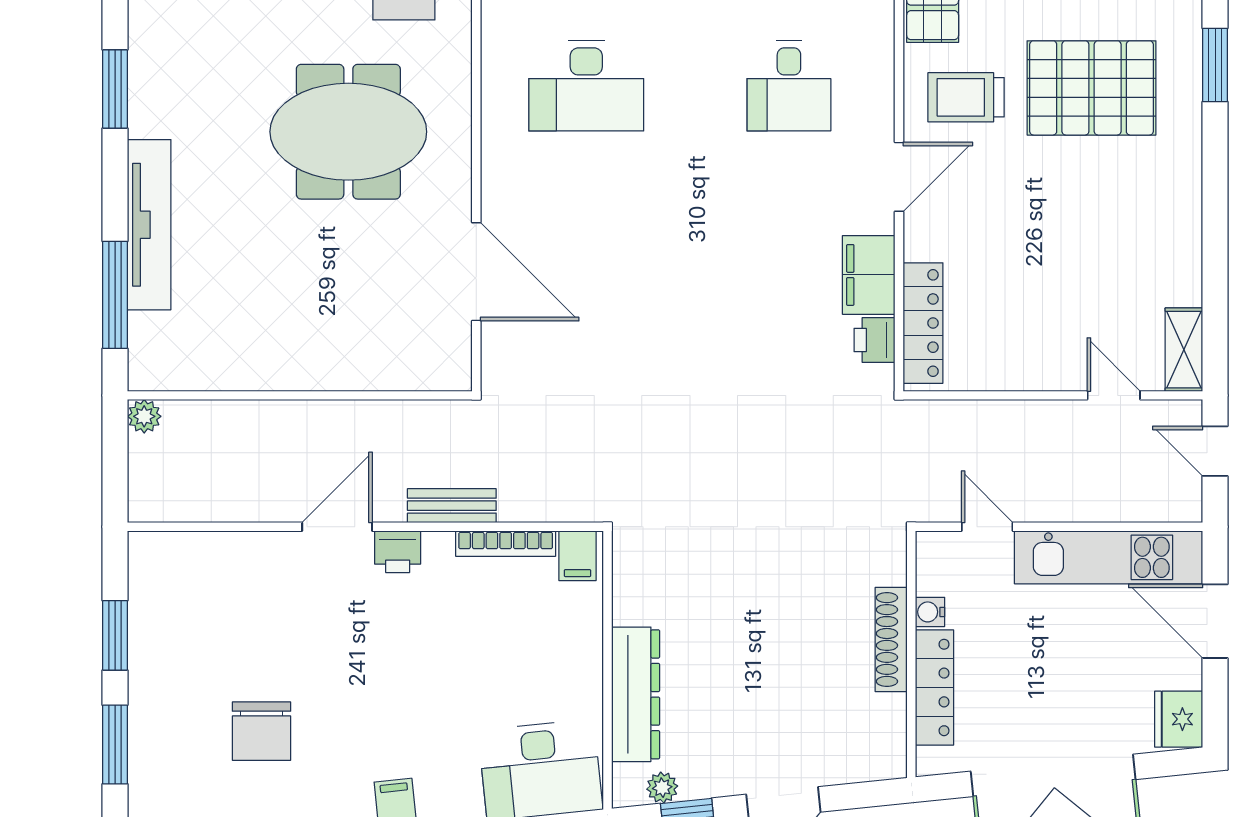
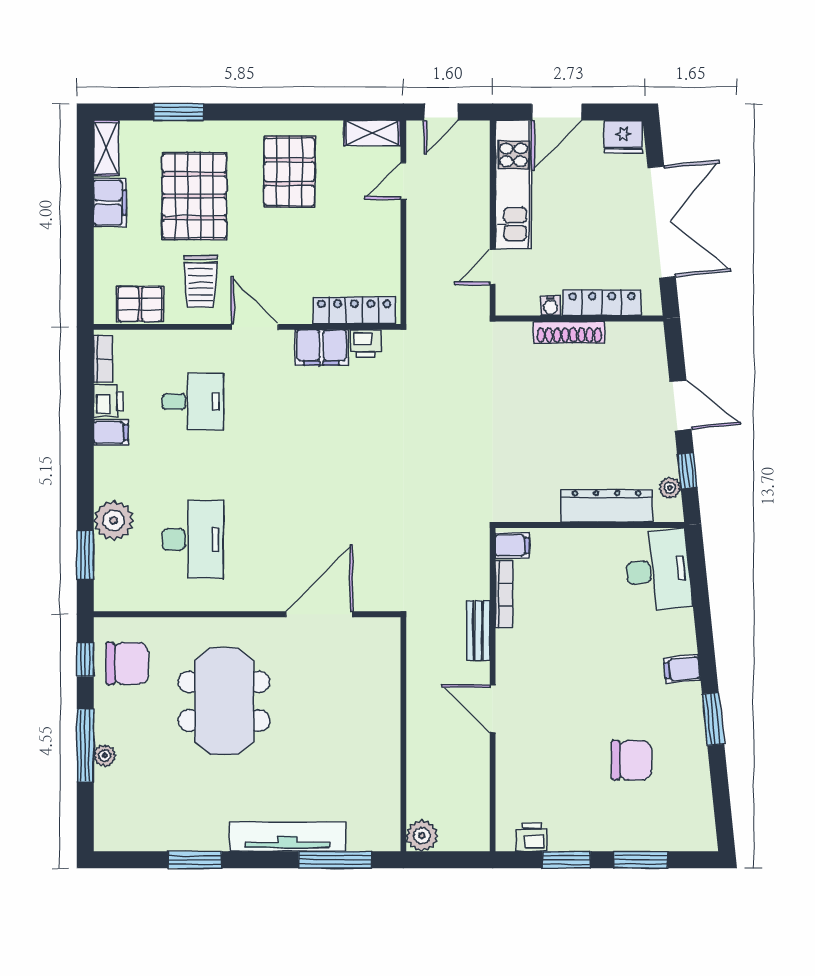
pallet: (1127, 228) -> (289, 172), added
plant: (144, 416) -> (422, 836), width x1.38, depth x1.38
printer: (398, 552) -> (532, 837), moved, turned -90

